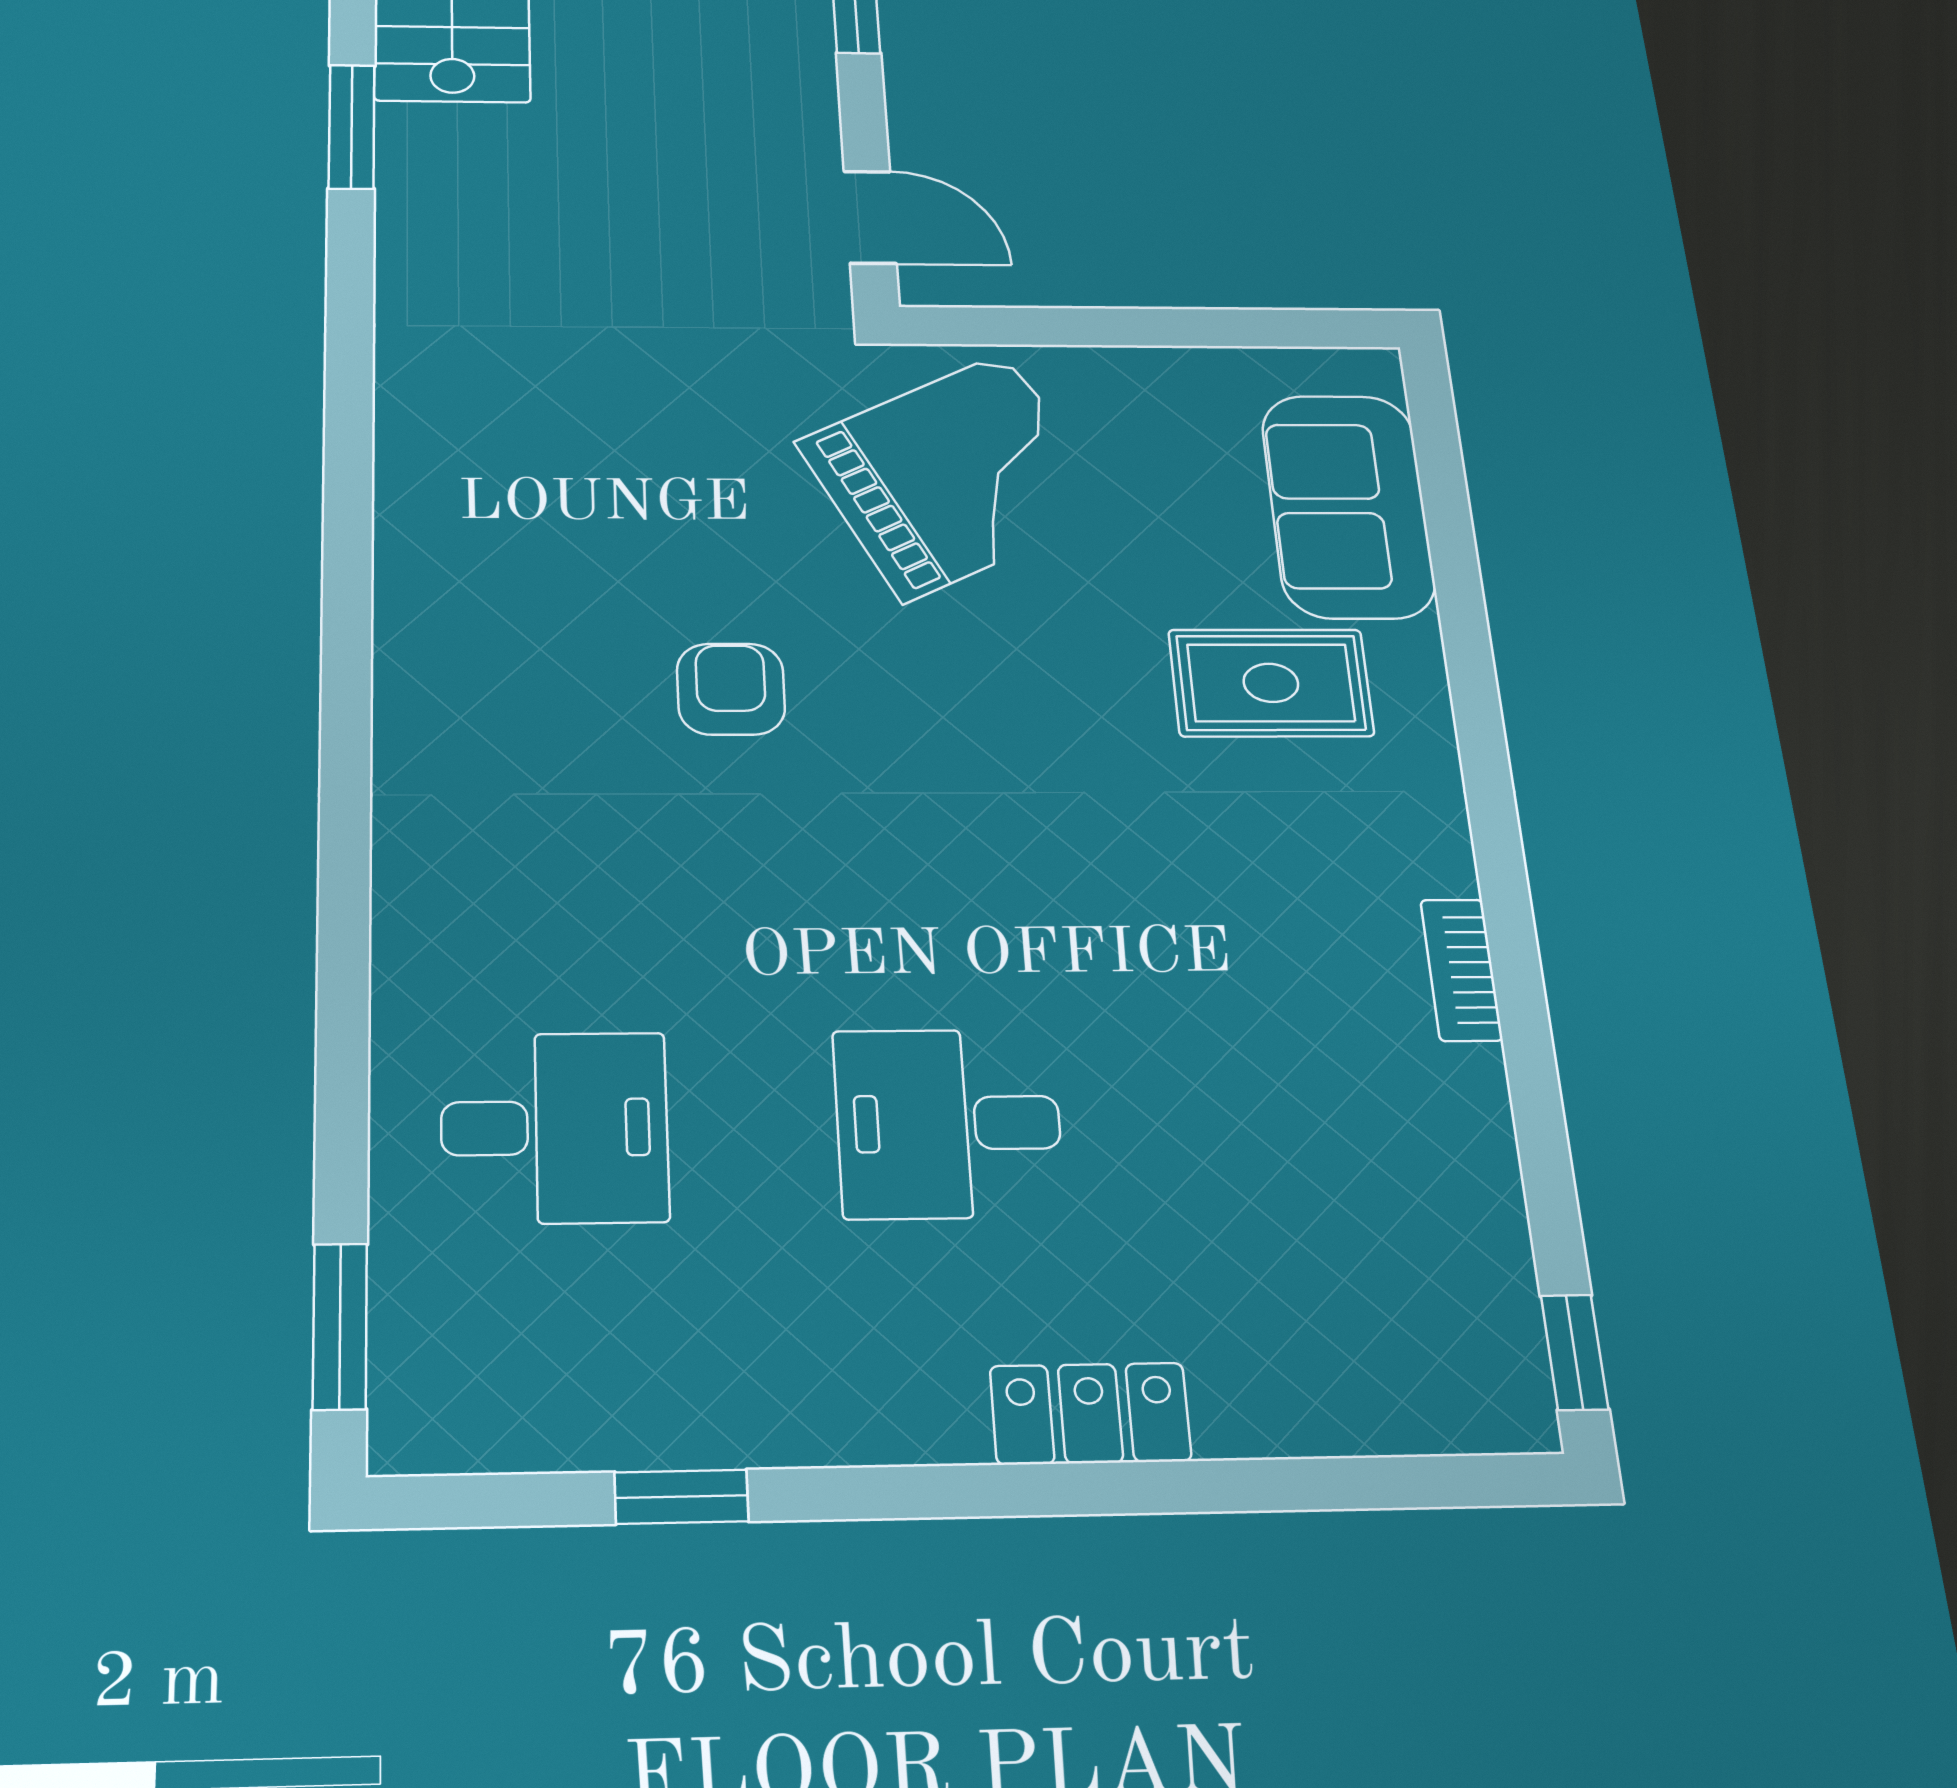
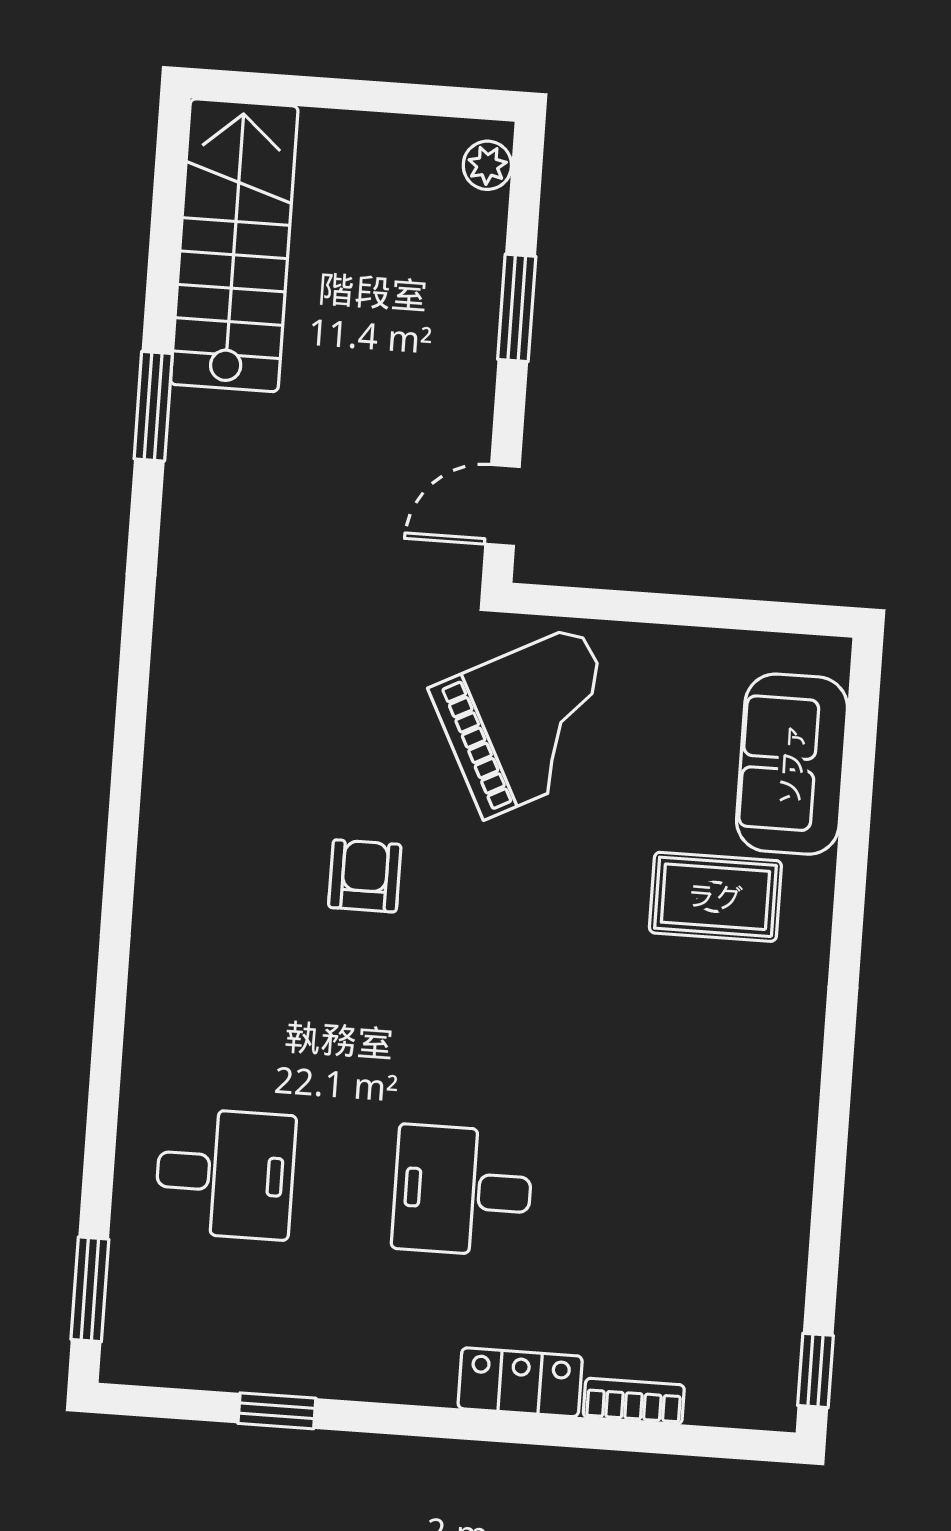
door: (870, 217) -> (503, 505), swing flipped
bookcase: (1461, 970) -> (634, 1401), moved, turned 90

